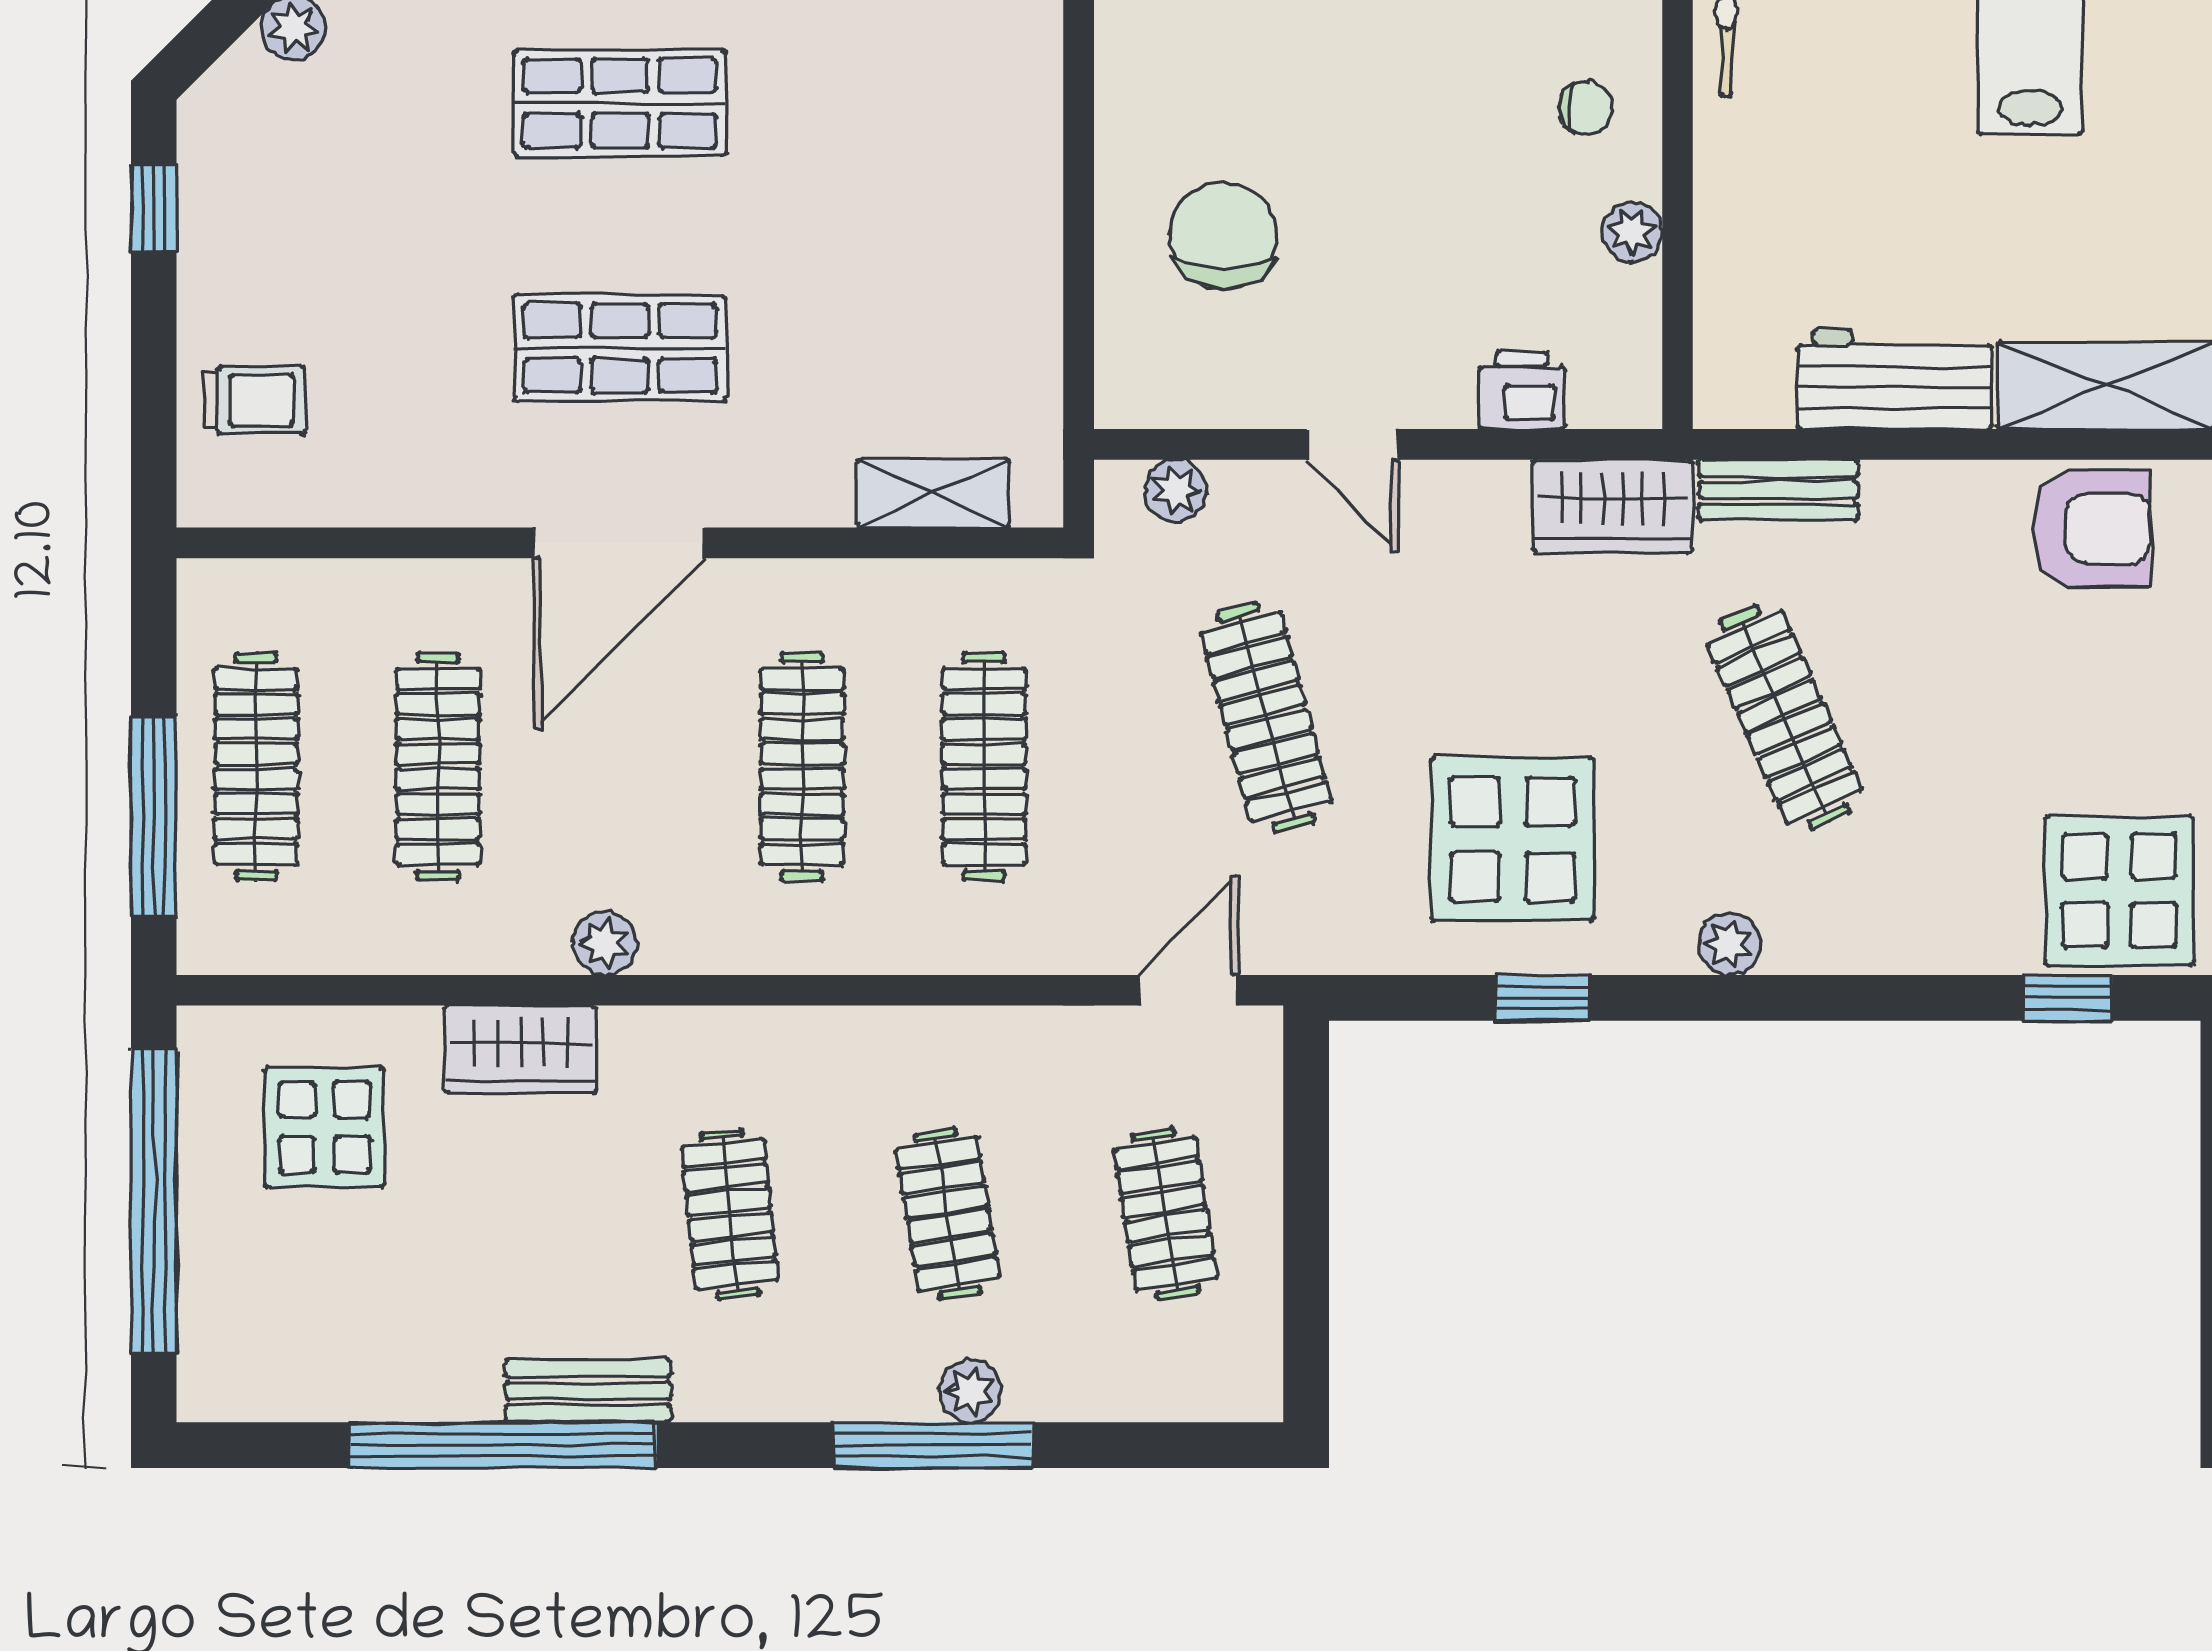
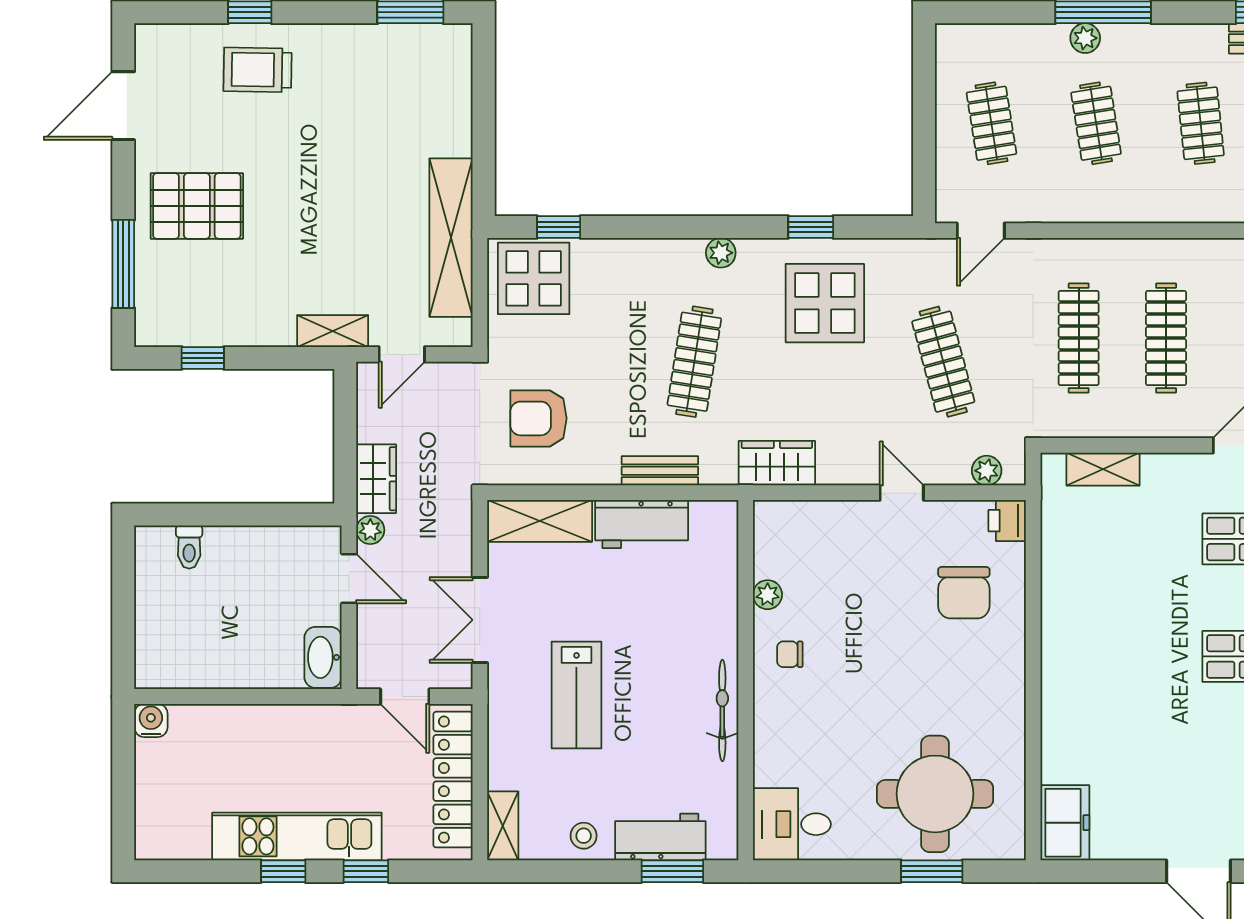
printer: (1522, 390) -> (1007, 521), moved, turned 90
bench: (1778, 490) -> (660, 471), moved
armchair: (2091, 528) -> (539, 418), moved
clothes rail: (1784, 717) -> (694, 362), turned 33

